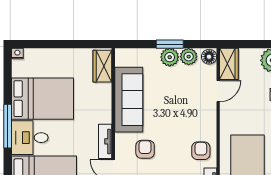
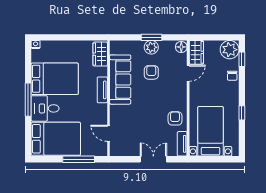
plant: (189, 57) -> (166, 47), removed
tv unit: (105, 141) -> (102, 90), moved
armchair: (145, 149) -> (151, 72), moved

